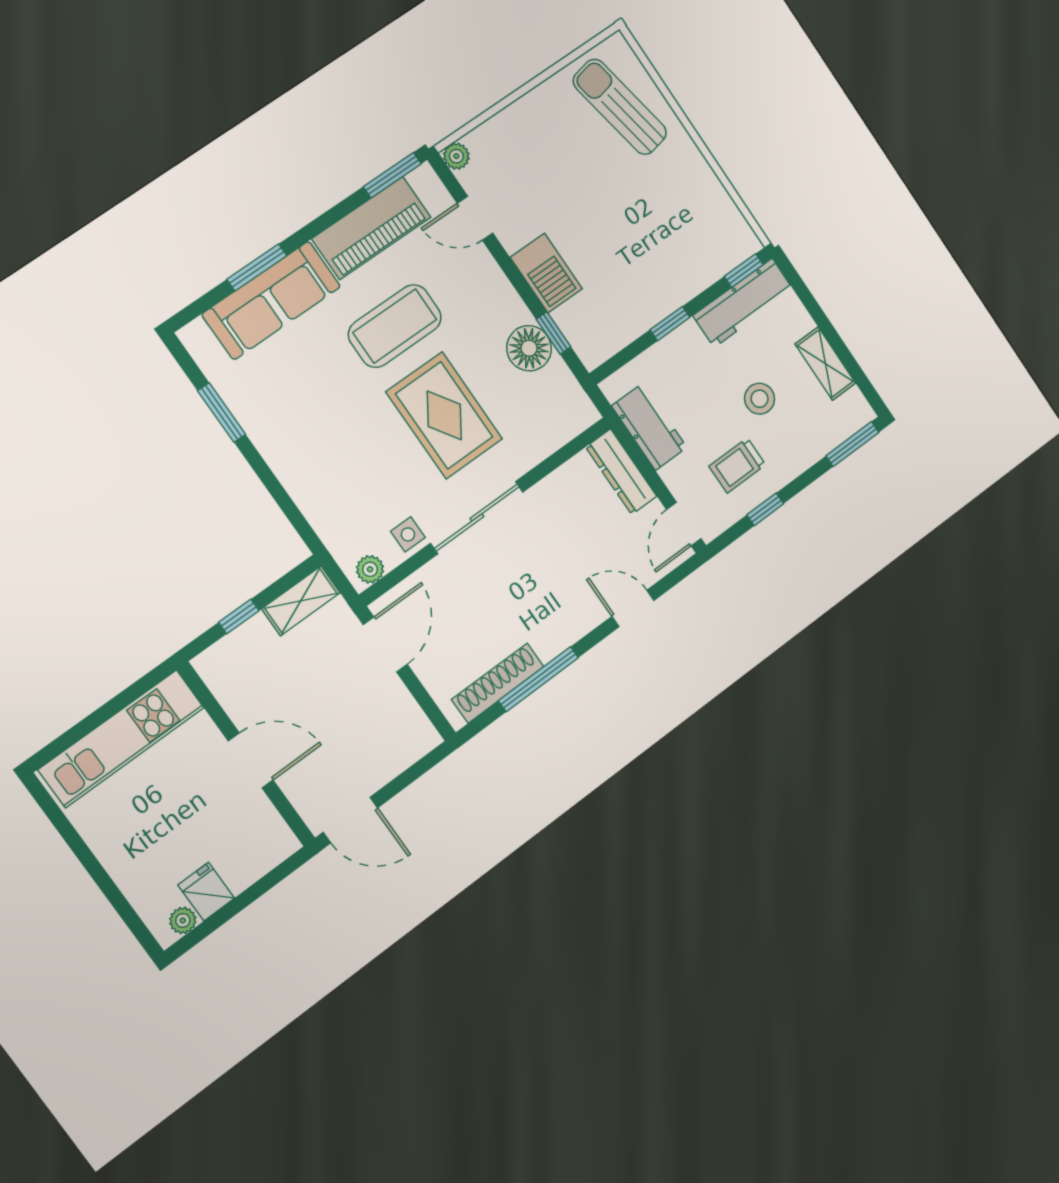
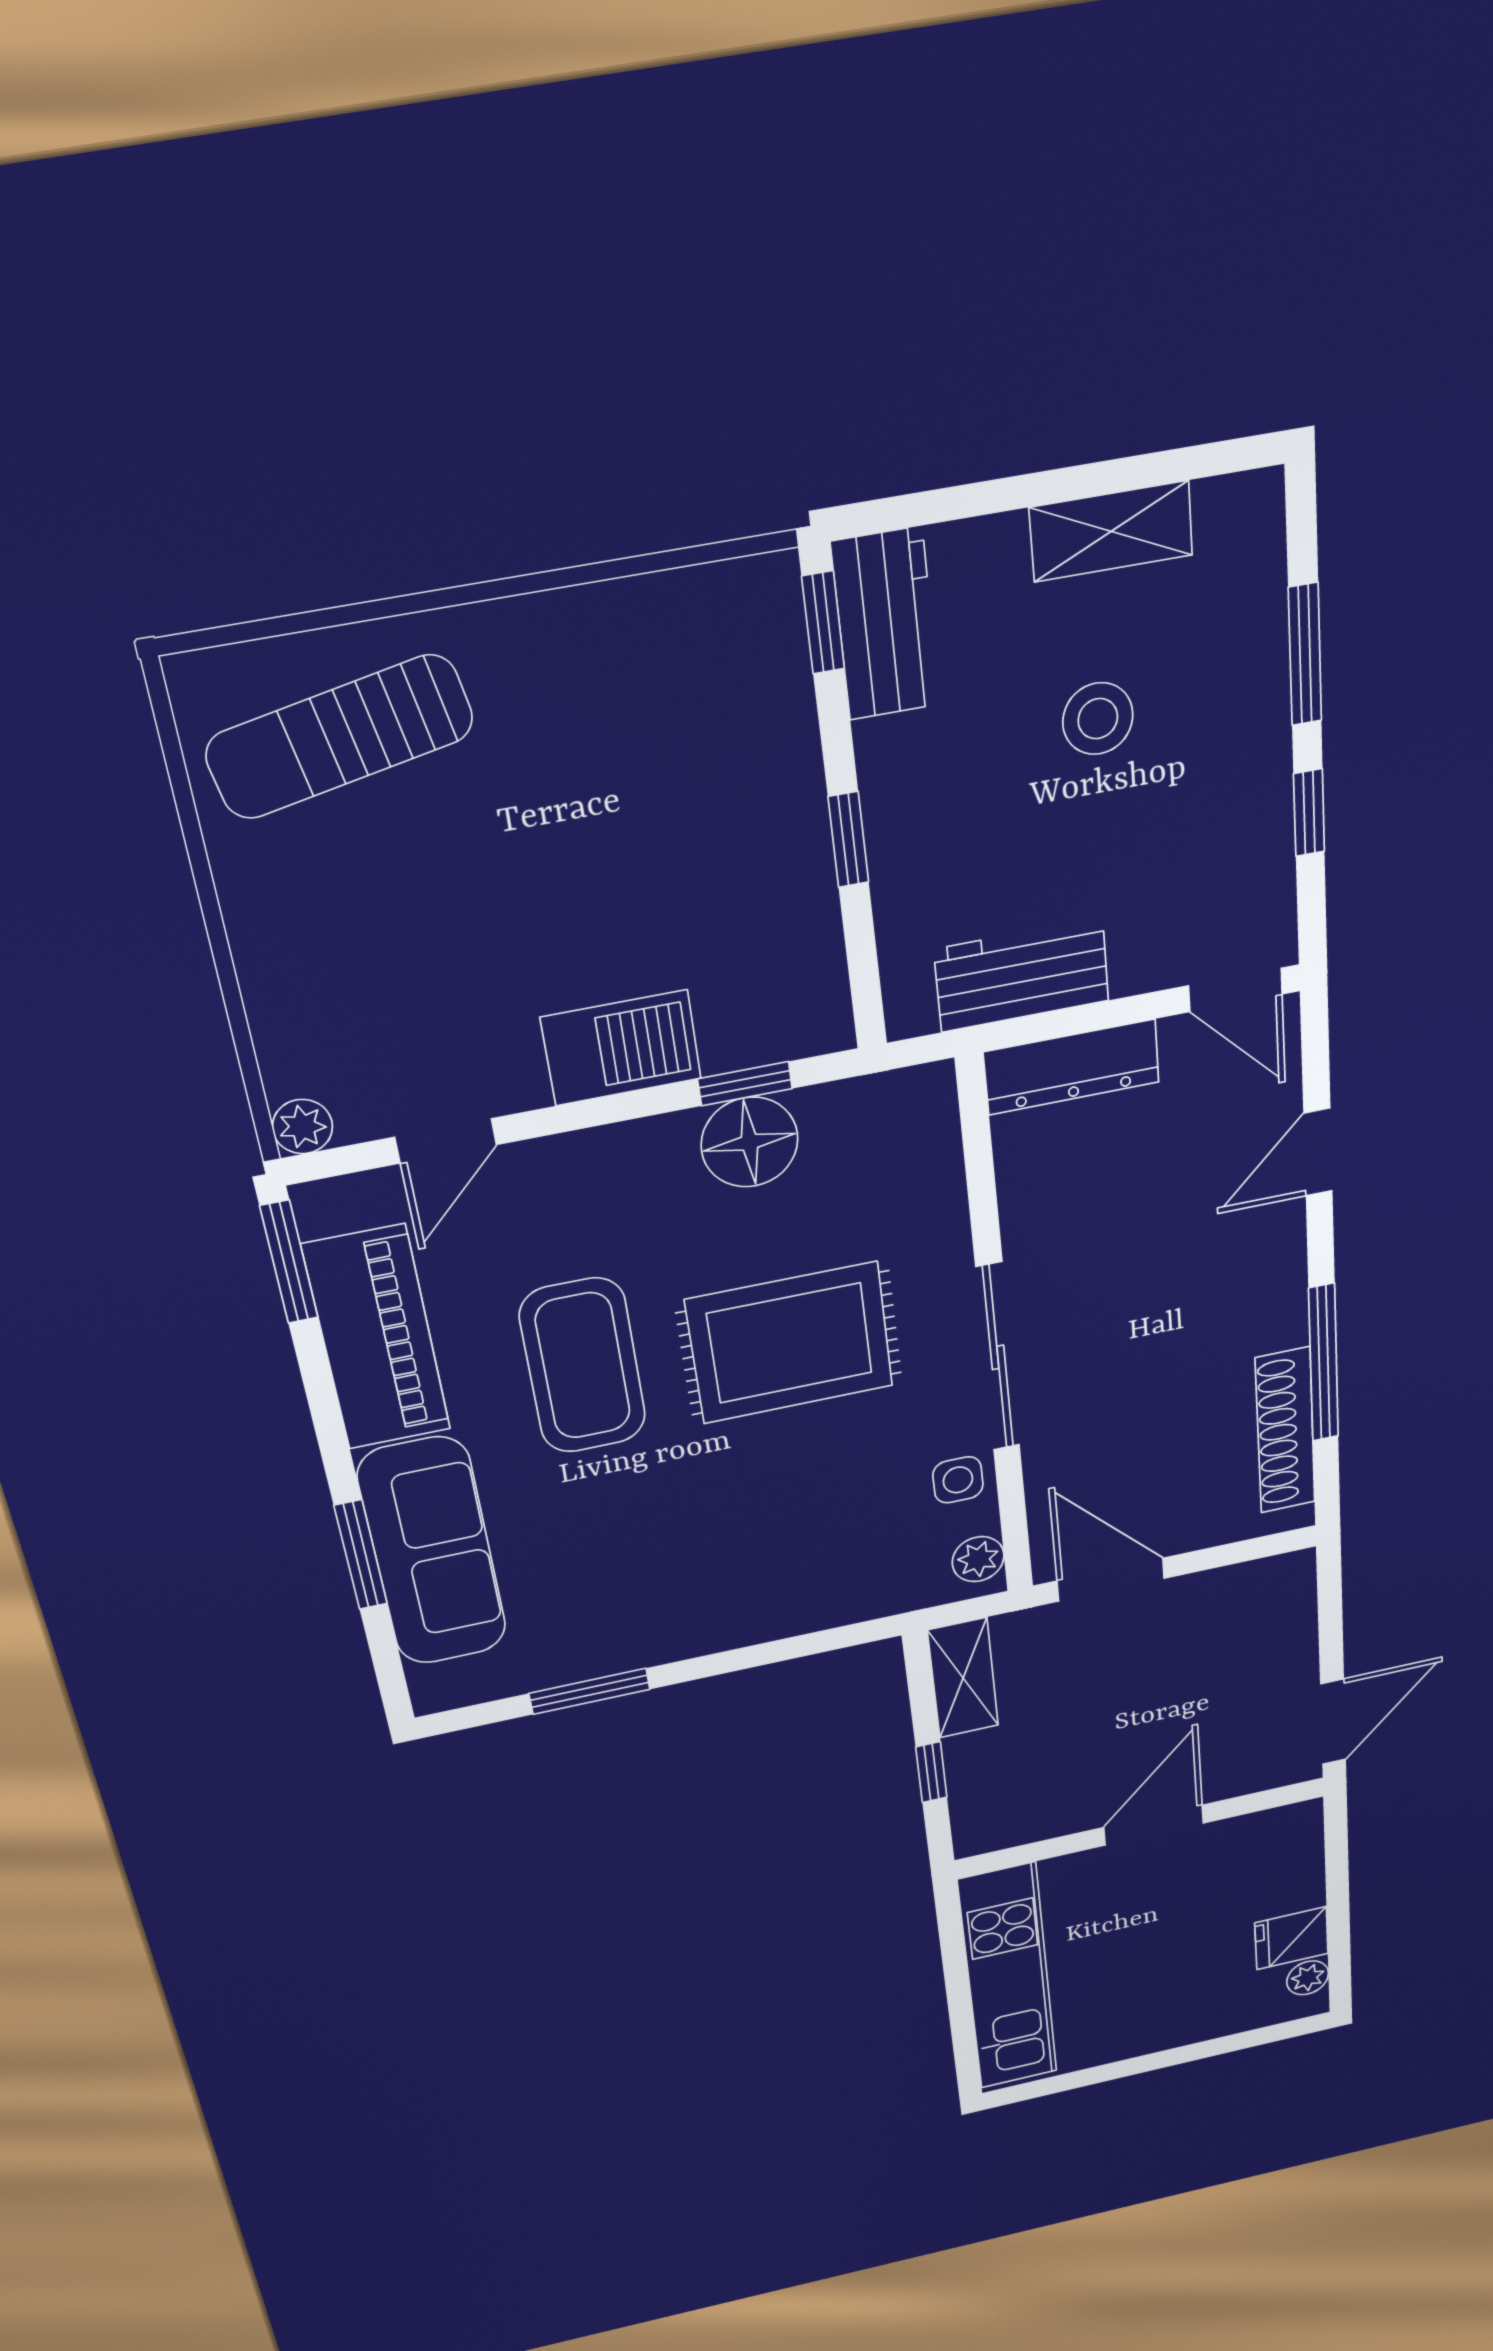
workbench: (743, 303) -> (886, 624), width x0.73
window: (852, 444) -> (1305, 655), moved
trolley: (737, 465) -> (1196, 830), removed

